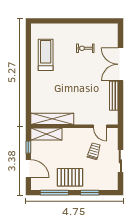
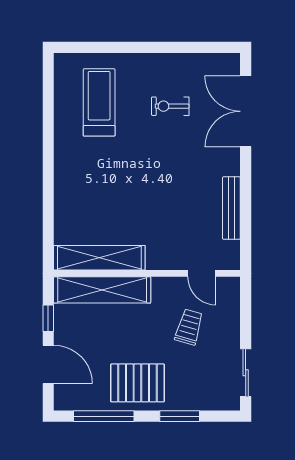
treadmill: (46, 55) -> (99, 102), moved
double door: (120, 64) -> (246, 111), moved
shelving: (46, 134) -> (102, 290), width x1.47
sliding door: (120, 161) -> (246, 373), moved

